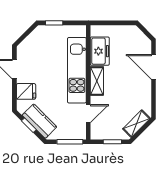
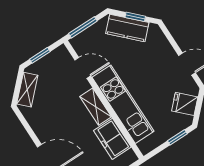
fridge: (26, 91) -> (185, 104), moved, turned 45
door: (88, 114) -> (83, 68), swing flipped

